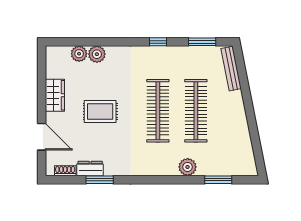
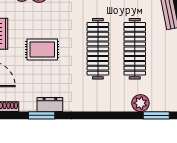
plant: (188, 167) -> (140, 103), moved
dresser: (90, 168) -> (50, 105), moved

